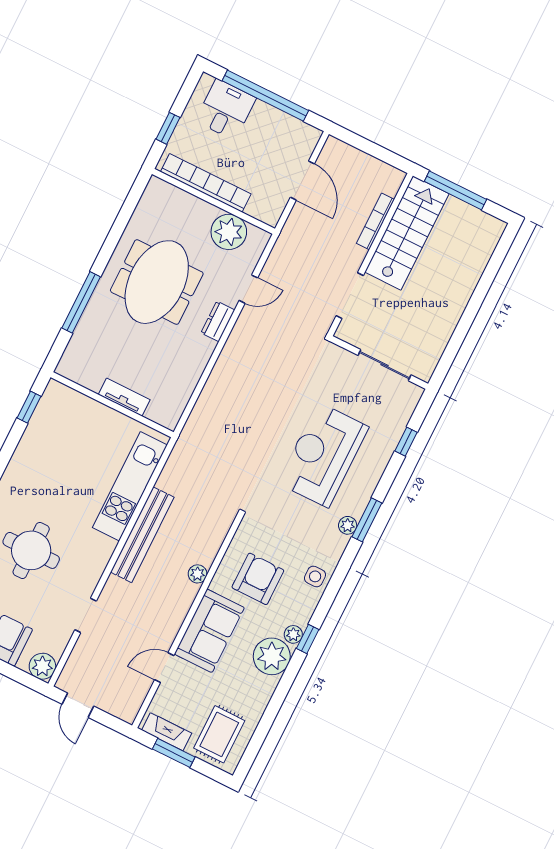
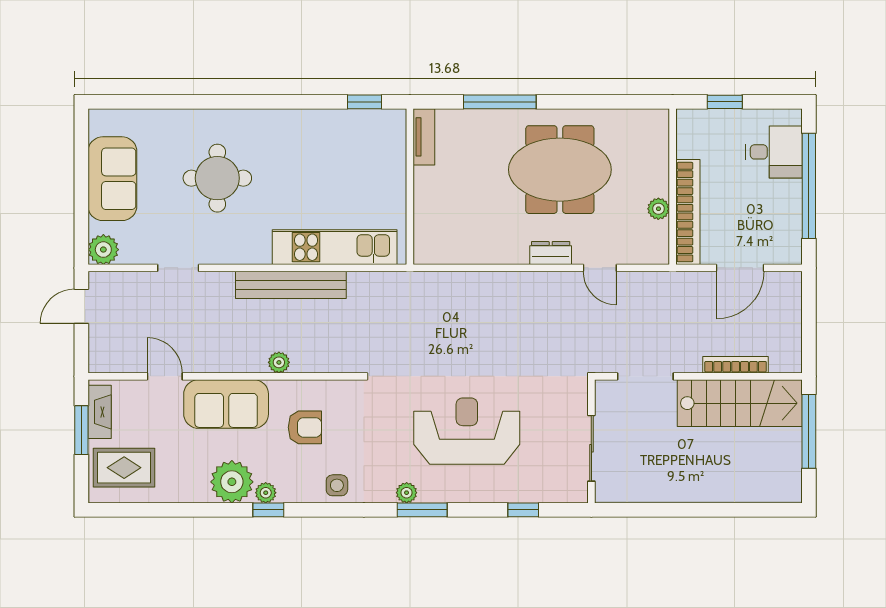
bookcase: (206, 183) -> (688, 212), moved
plant: (229, 232) -> (658, 209), width x0.53, depth x0.53
tv unit: (124, 397) -> (424, 137), moved
armchair: (258, 579) -> (305, 427), width x0.72, depth x0.72

